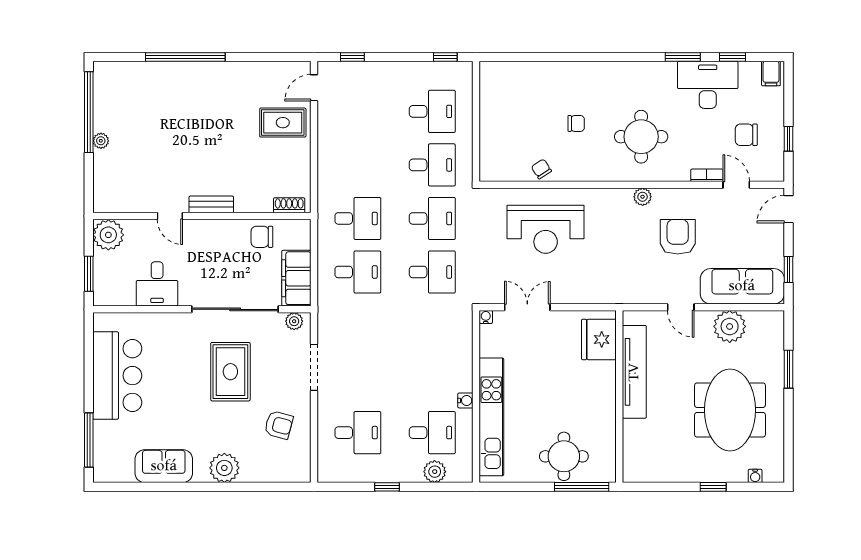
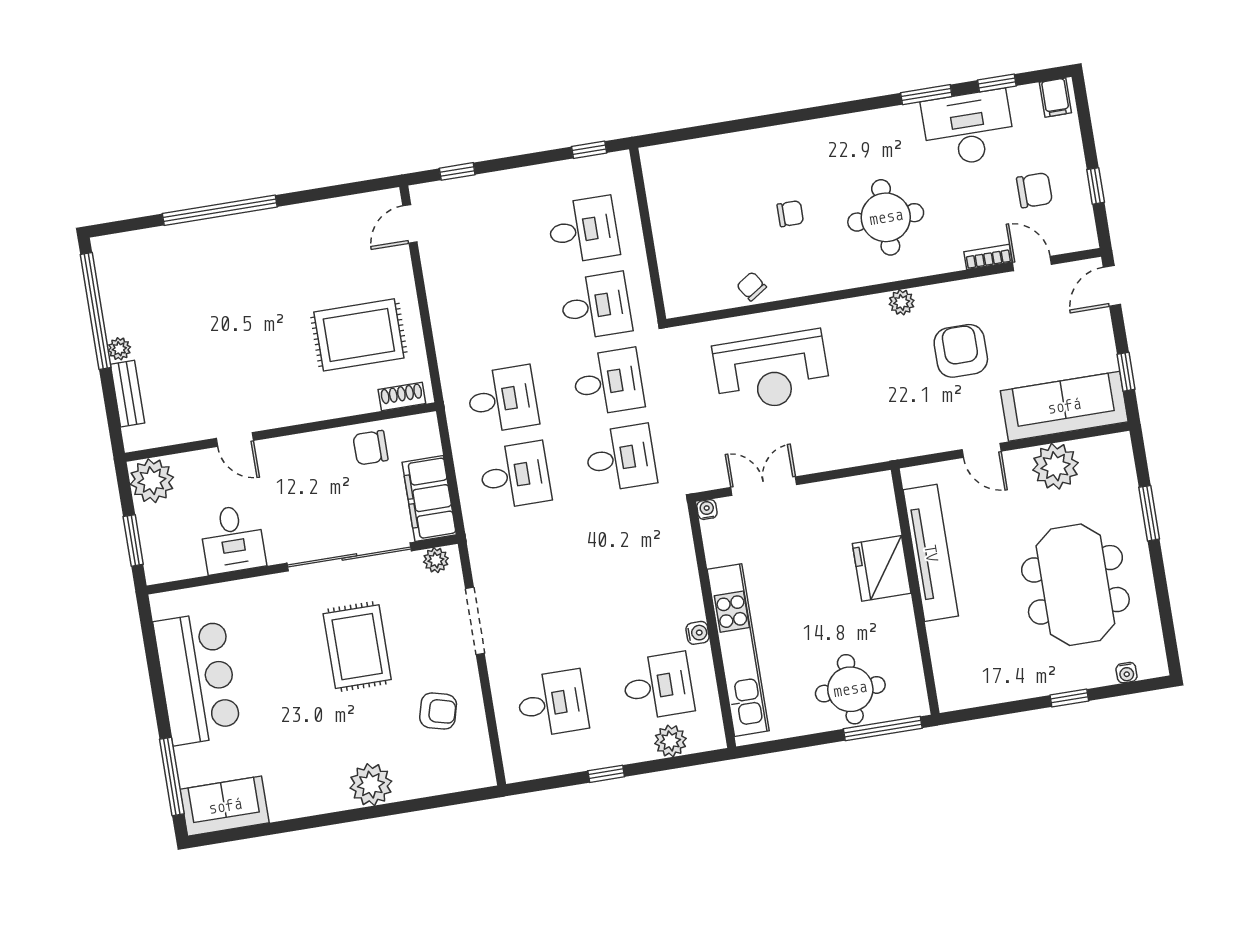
rug: (283, 123) -> (359, 335), moved, width x1.36, depth x1.43
chair: (746, 135) -> (1034, 190), turned 180
bench: (211, 204) -> (128, 394), moved, turned 90
fridge: (599, 339) -> (882, 568), moved
sofa: (164, 466) -> (225, 806), moved

